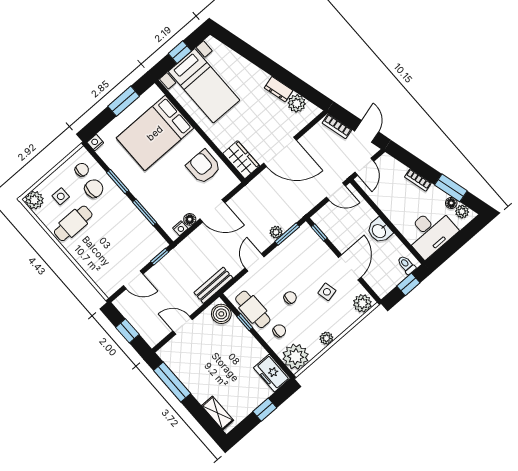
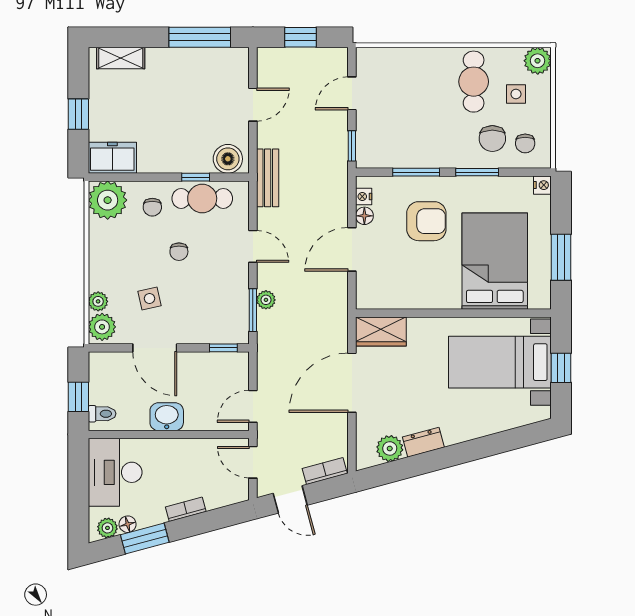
armchair: (204, 167) -> (426, 221), moved
plant: (326, 338) -> (98, 301), moved

